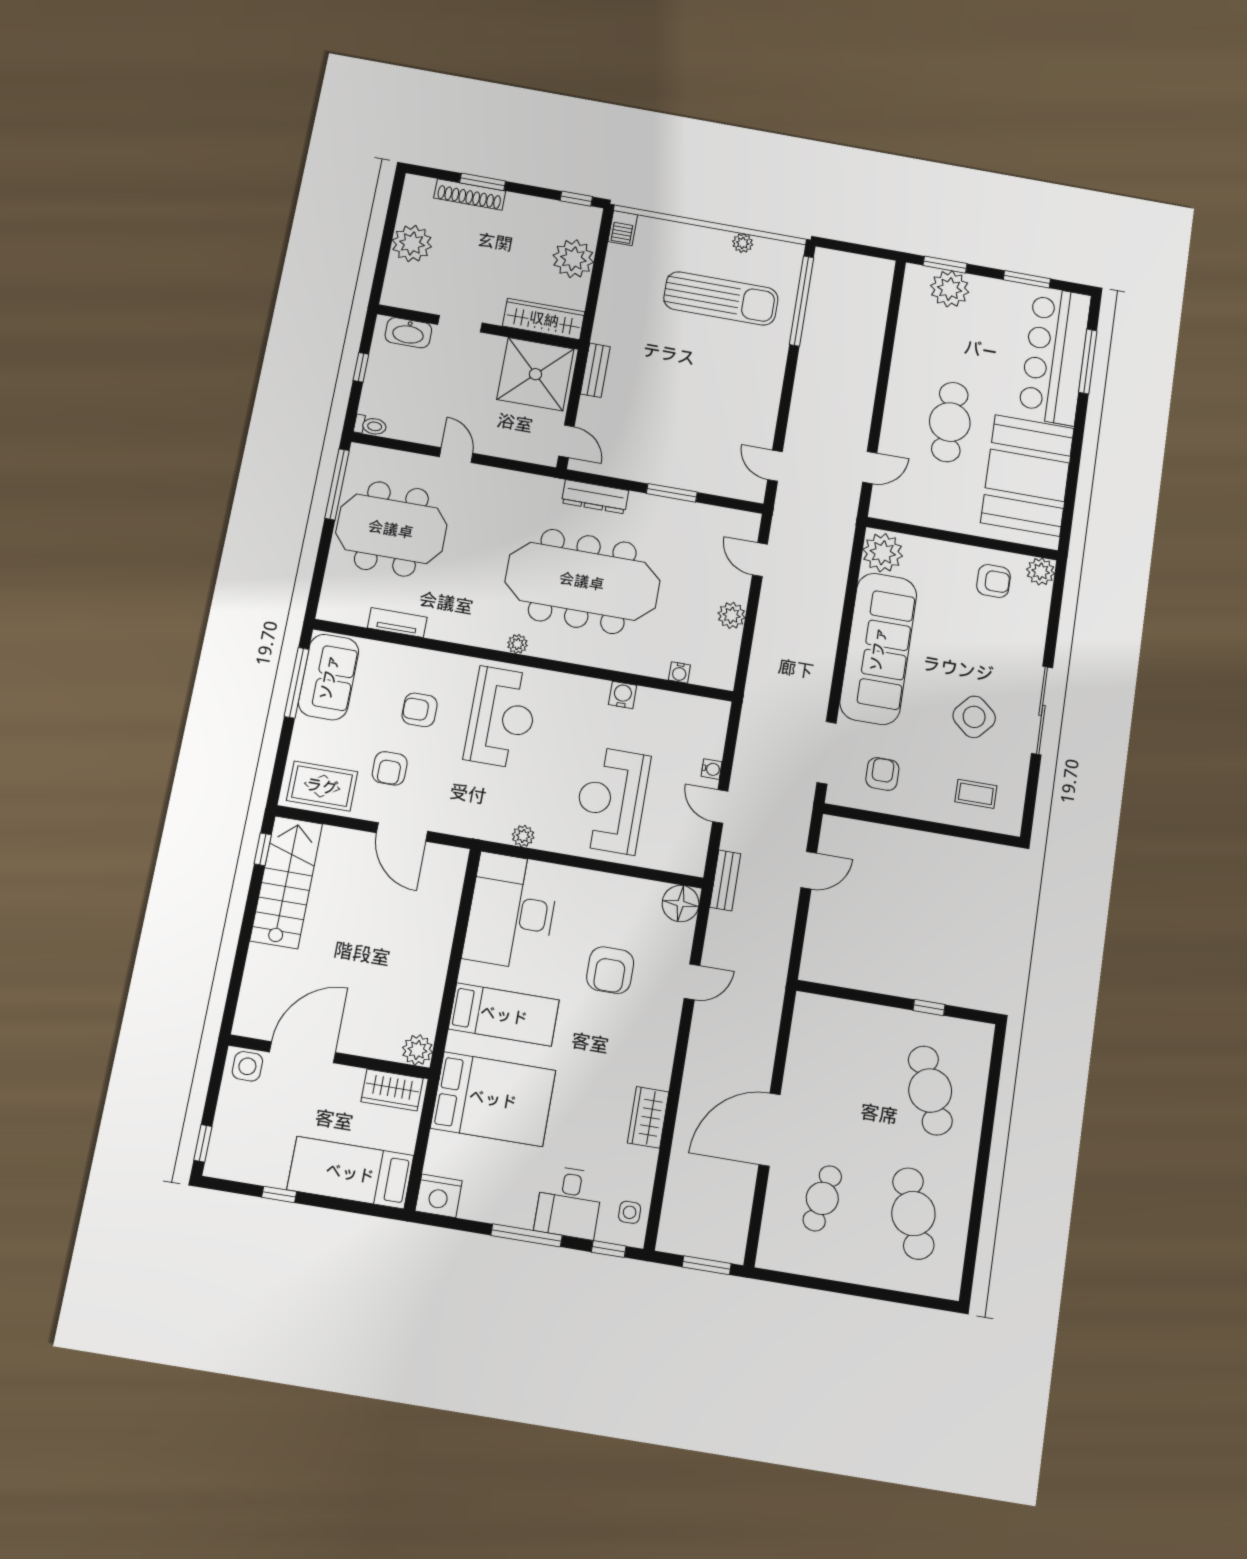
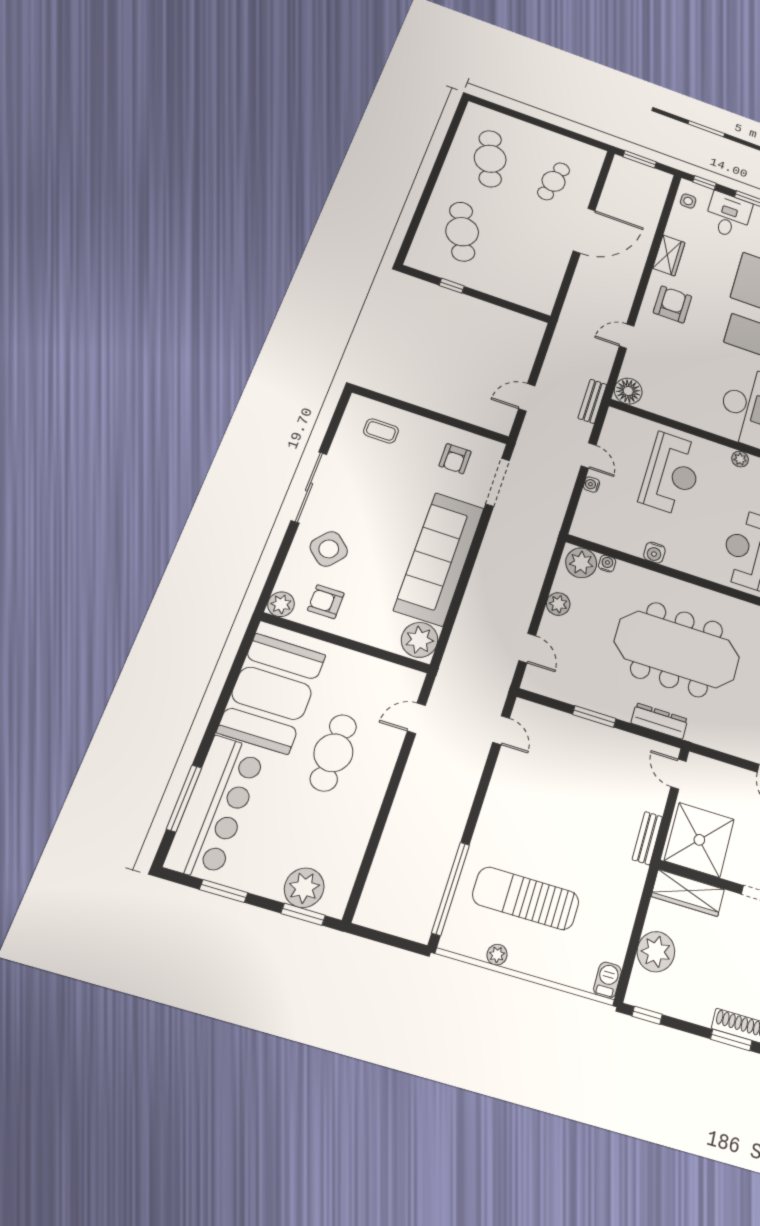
plant: (517, 644) -> (581, 563), moved, width x1.87, depth x1.87
side table: (974, 717) -> (329, 549), moved
armchair: (610, 970) -> (672, 304), moved

